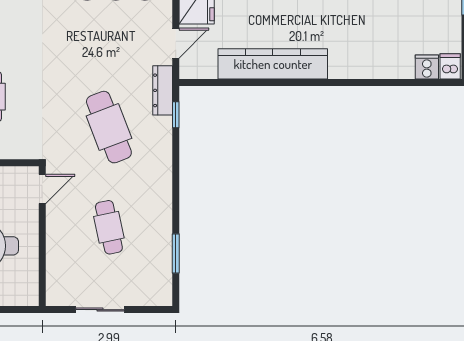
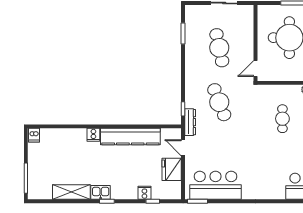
door: (176, 43) -> (183, 148), hinge flipped
cooker: (427, 67) -> (93, 135), moved
cafe table: (109, 227) -> (219, 48), width x1.37, depth x1.35

